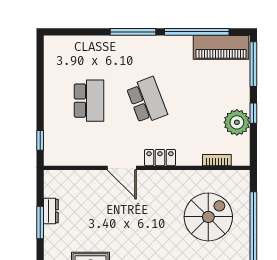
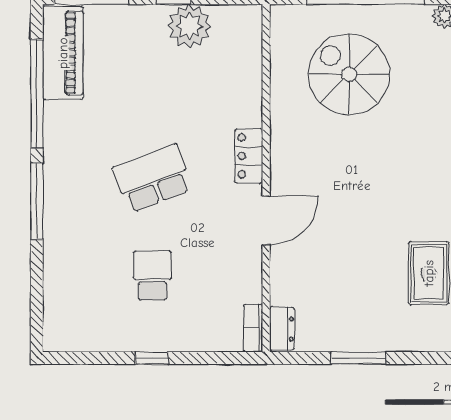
school desk: (89, 101) -> (153, 276), width x0.54
window: (40, 140) -> (152, 358), moved
bookcase: (217, 160) -> (253, 328), moved
dresser: (51, 211) -> (282, 329), moved, turned 90

